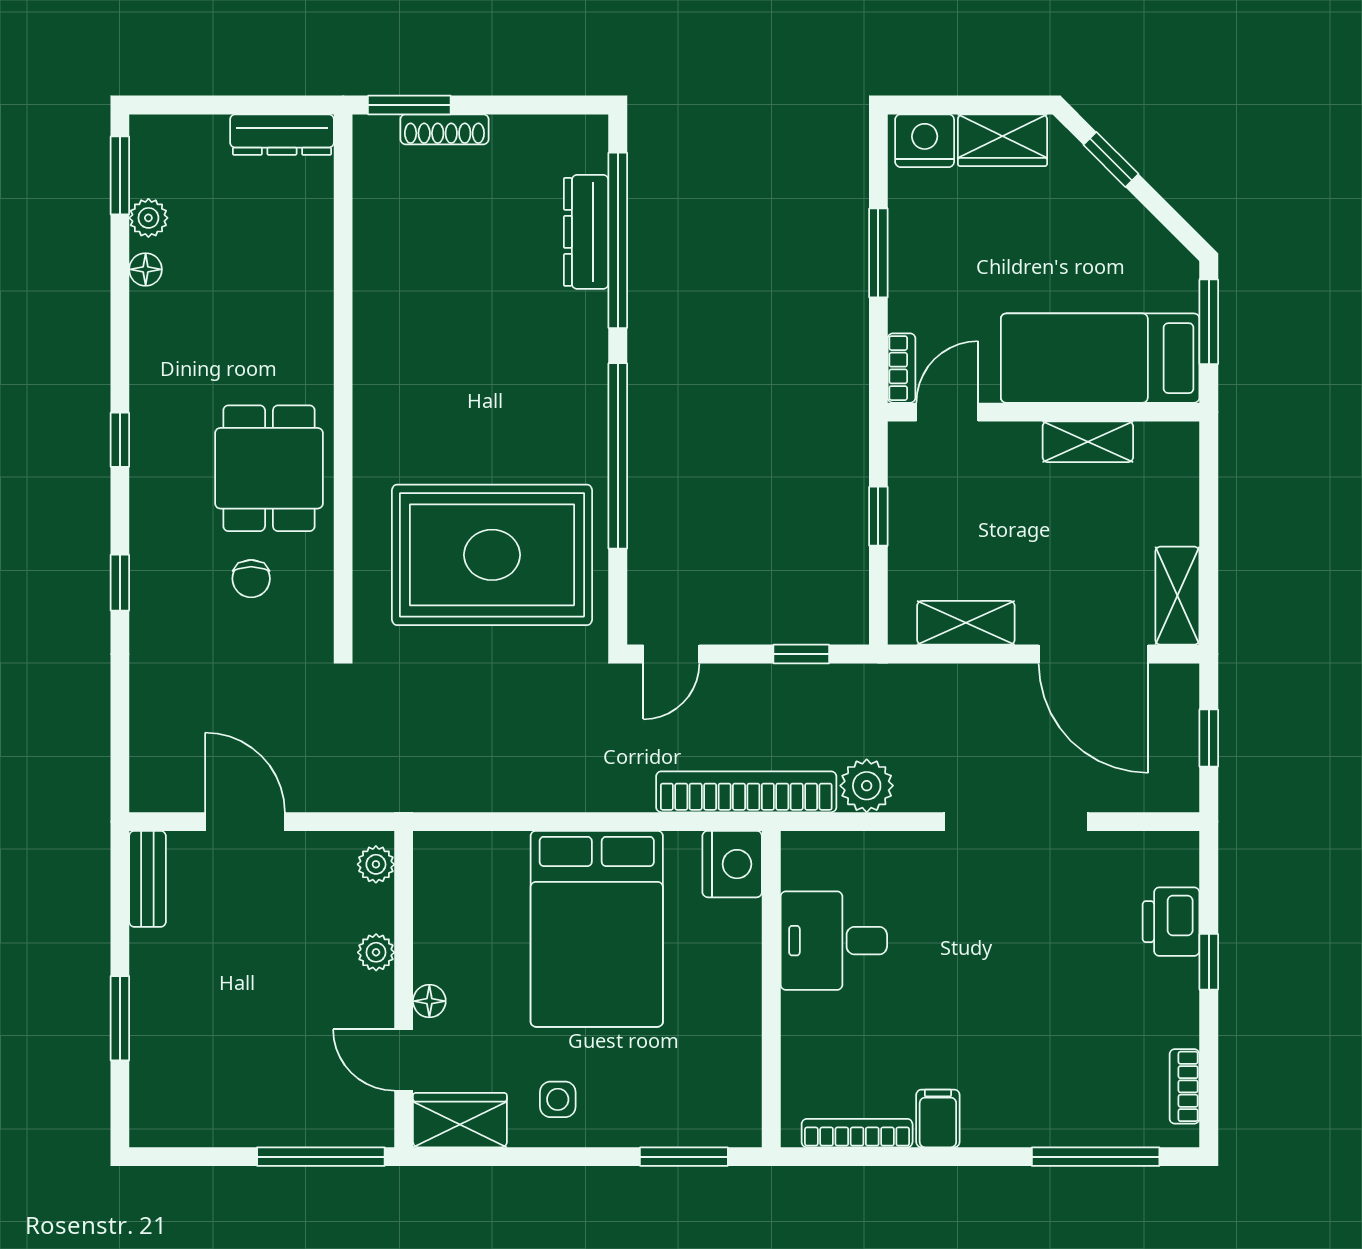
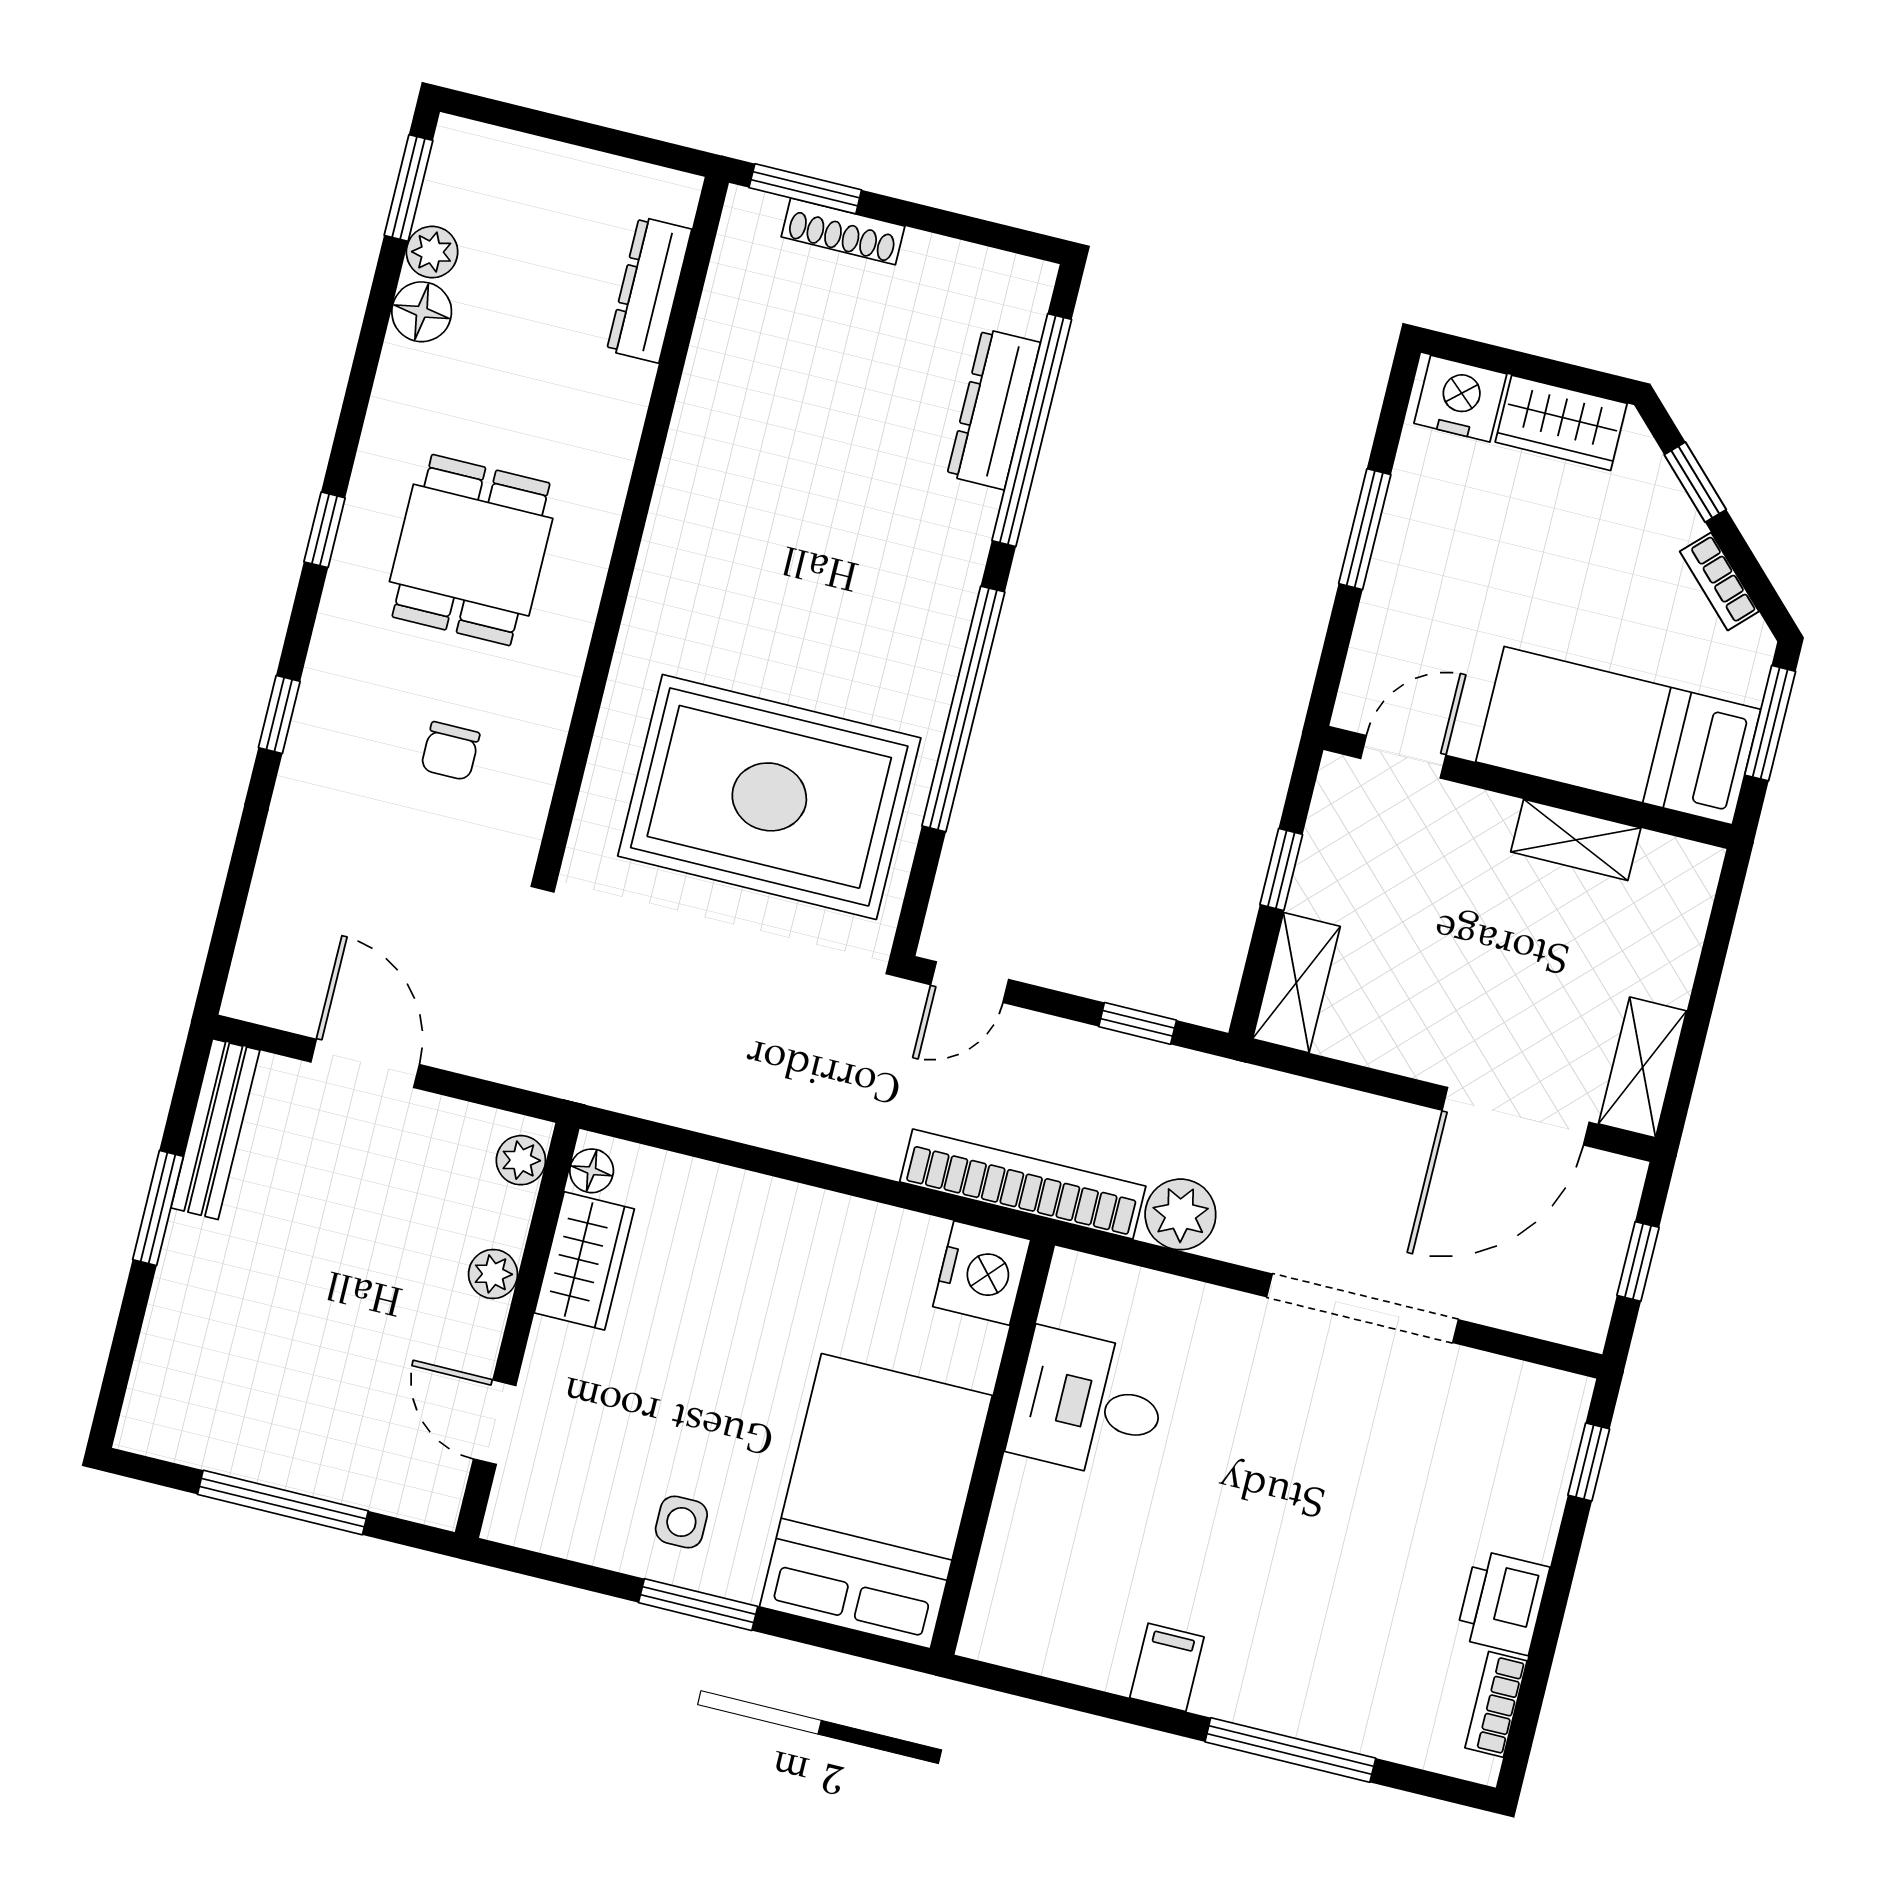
dresser: (282, 135) -> (649, 290), moved, turned 90
floor lamp: (146, 269) -> (422, 312), width x1.37, depth x1.37
bookcase: (902, 368) -> (1719, 581), moved, turned 135
dining table: (269, 468) -> (471, 550), moved
shelving: (966, 623) -> (1296, 983), moved, turned 90
door: (1093, 654) -> (1516, 1116), hinge flipped
bench: (147, 879) -> (215, 1129), width x1.36
printer: (1171, 922) -> (1503, 1603), moved
bed: (597, 929) -> (876, 1501), moved, turned 180
window: (1209, 962) -> (1589, 1462), moved
floor lamp: (429, 1001) -> (592, 1171), moved
window: (120, 1018) -> (158, 1208), moved
wardrobe: (460, 1120) -> (584, 1261), moved, turned 90
bookcase: (857, 1133) -> (1058, 1661), removed
window: (321, 1157) -> (283, 1503), moved
window: (684, 1157) -> (698, 1605), moved
window: (1096, 1157) -> (1290, 1750), moved

